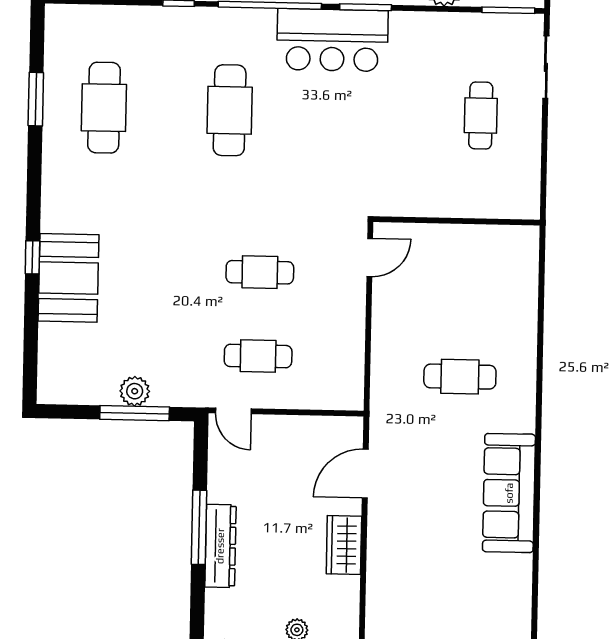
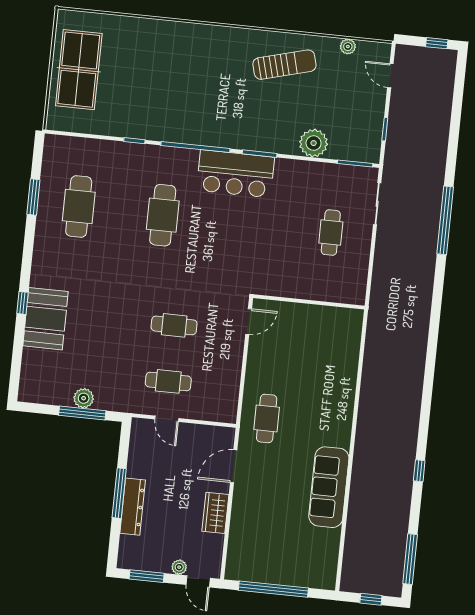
cafe table: (460, 377) -> (267, 418), moved, turned 90
door: (233, 411) -> (167, 419), moved

